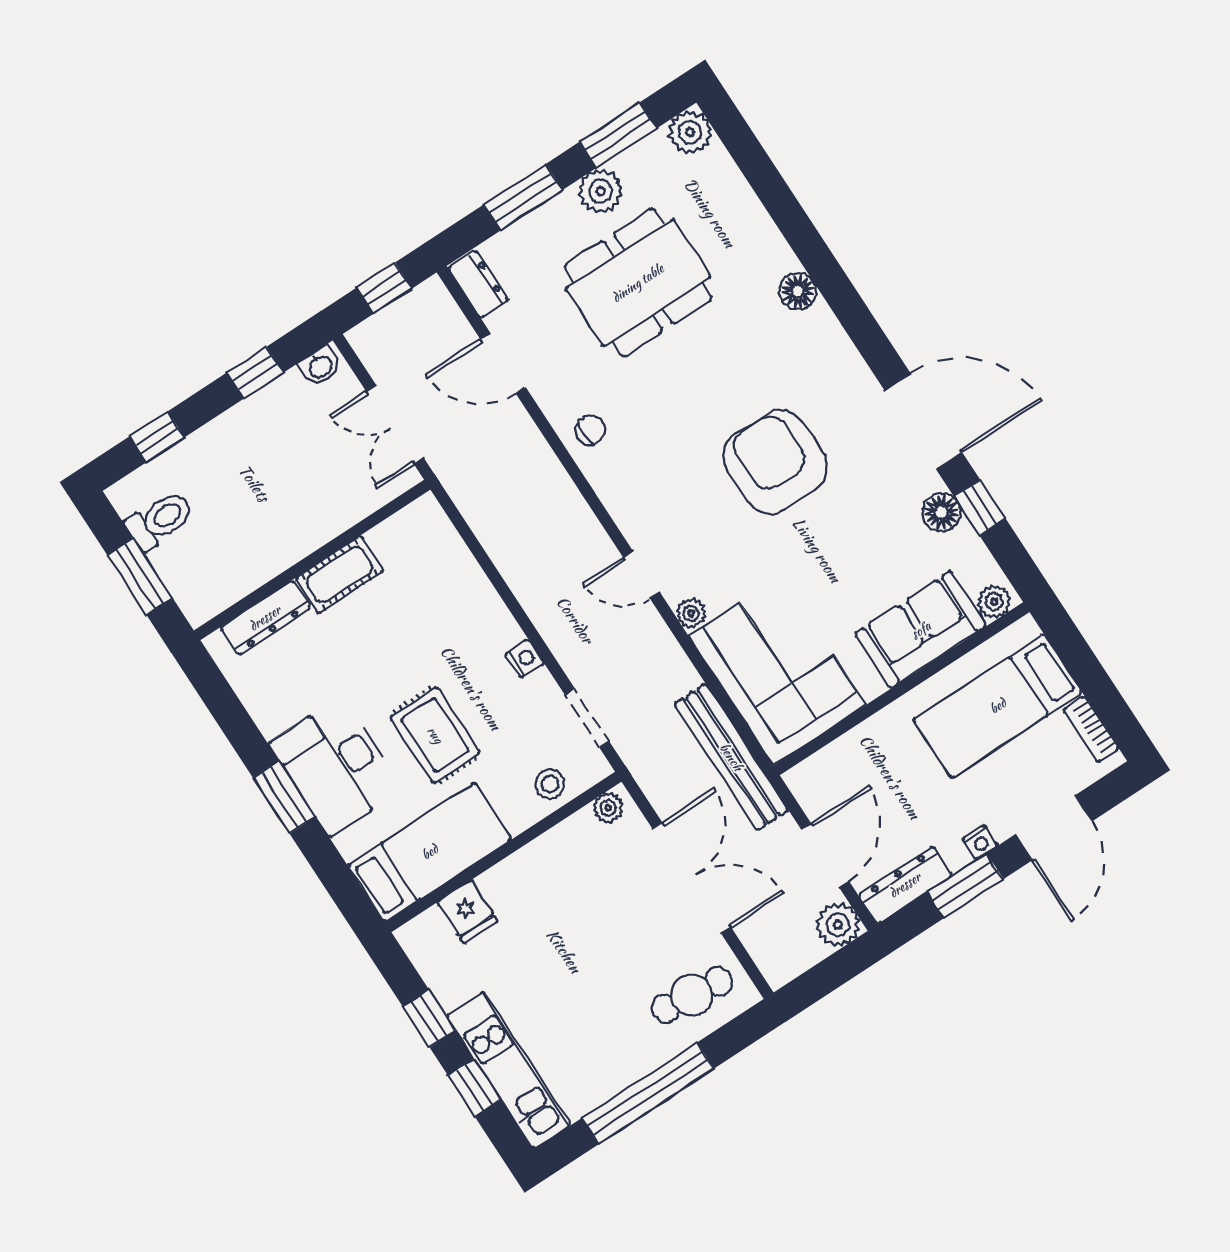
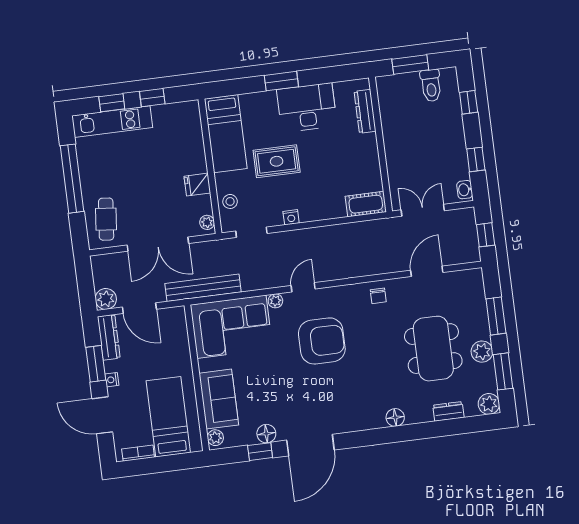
dresser: (478, 284) -> (448, 411), moved, turned 180
armchair: (775, 462) -> (322, 341), moved
cot: (340, 575) -> (366, 204), moved, turned 90
desk: (336, 766) -> (307, 108), moved
fridge: (467, 912) -> (197, 185), moved

